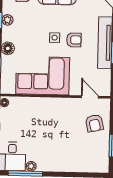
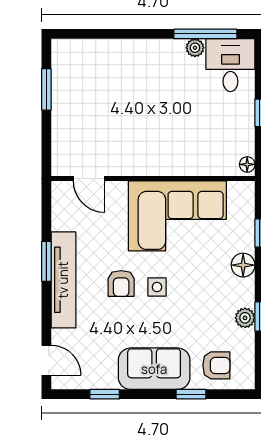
armchair: (74, 40) -> (121, 283), turned -90
armchair: (94, 123) -> (80, 130), removed

